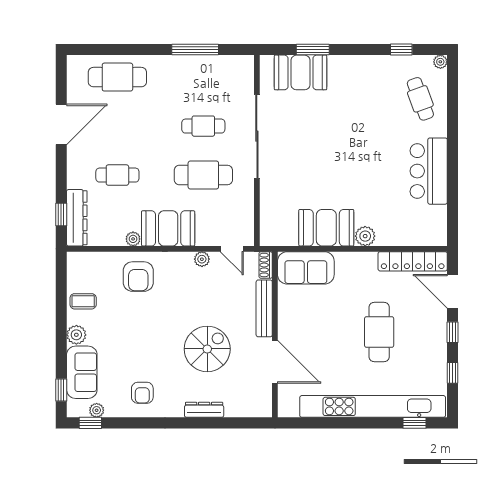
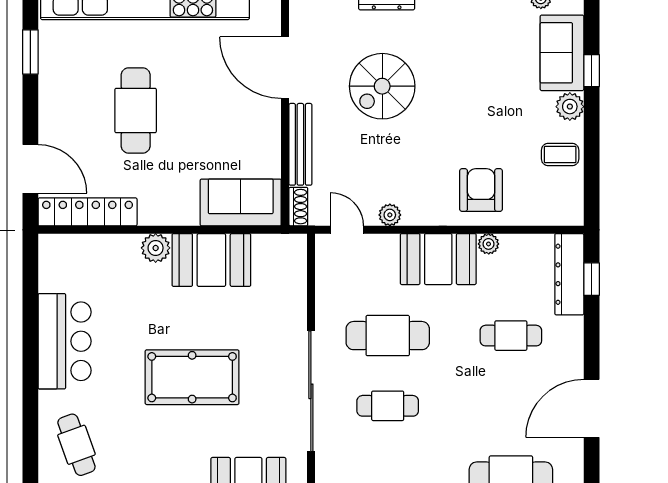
pool table: (340, 146) -> (192, 377), added
window: (453, 332) -> (30, 110), removed
window: (453, 373) -> (30, 52), width x1.50
window: (61, 390) -> (592, 71), moved
armchair: (142, 393) -> (475, 23), removed

